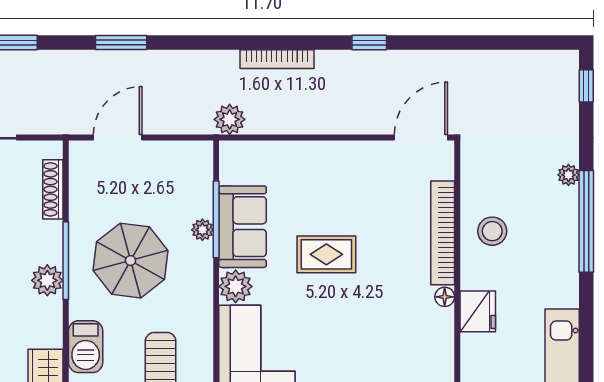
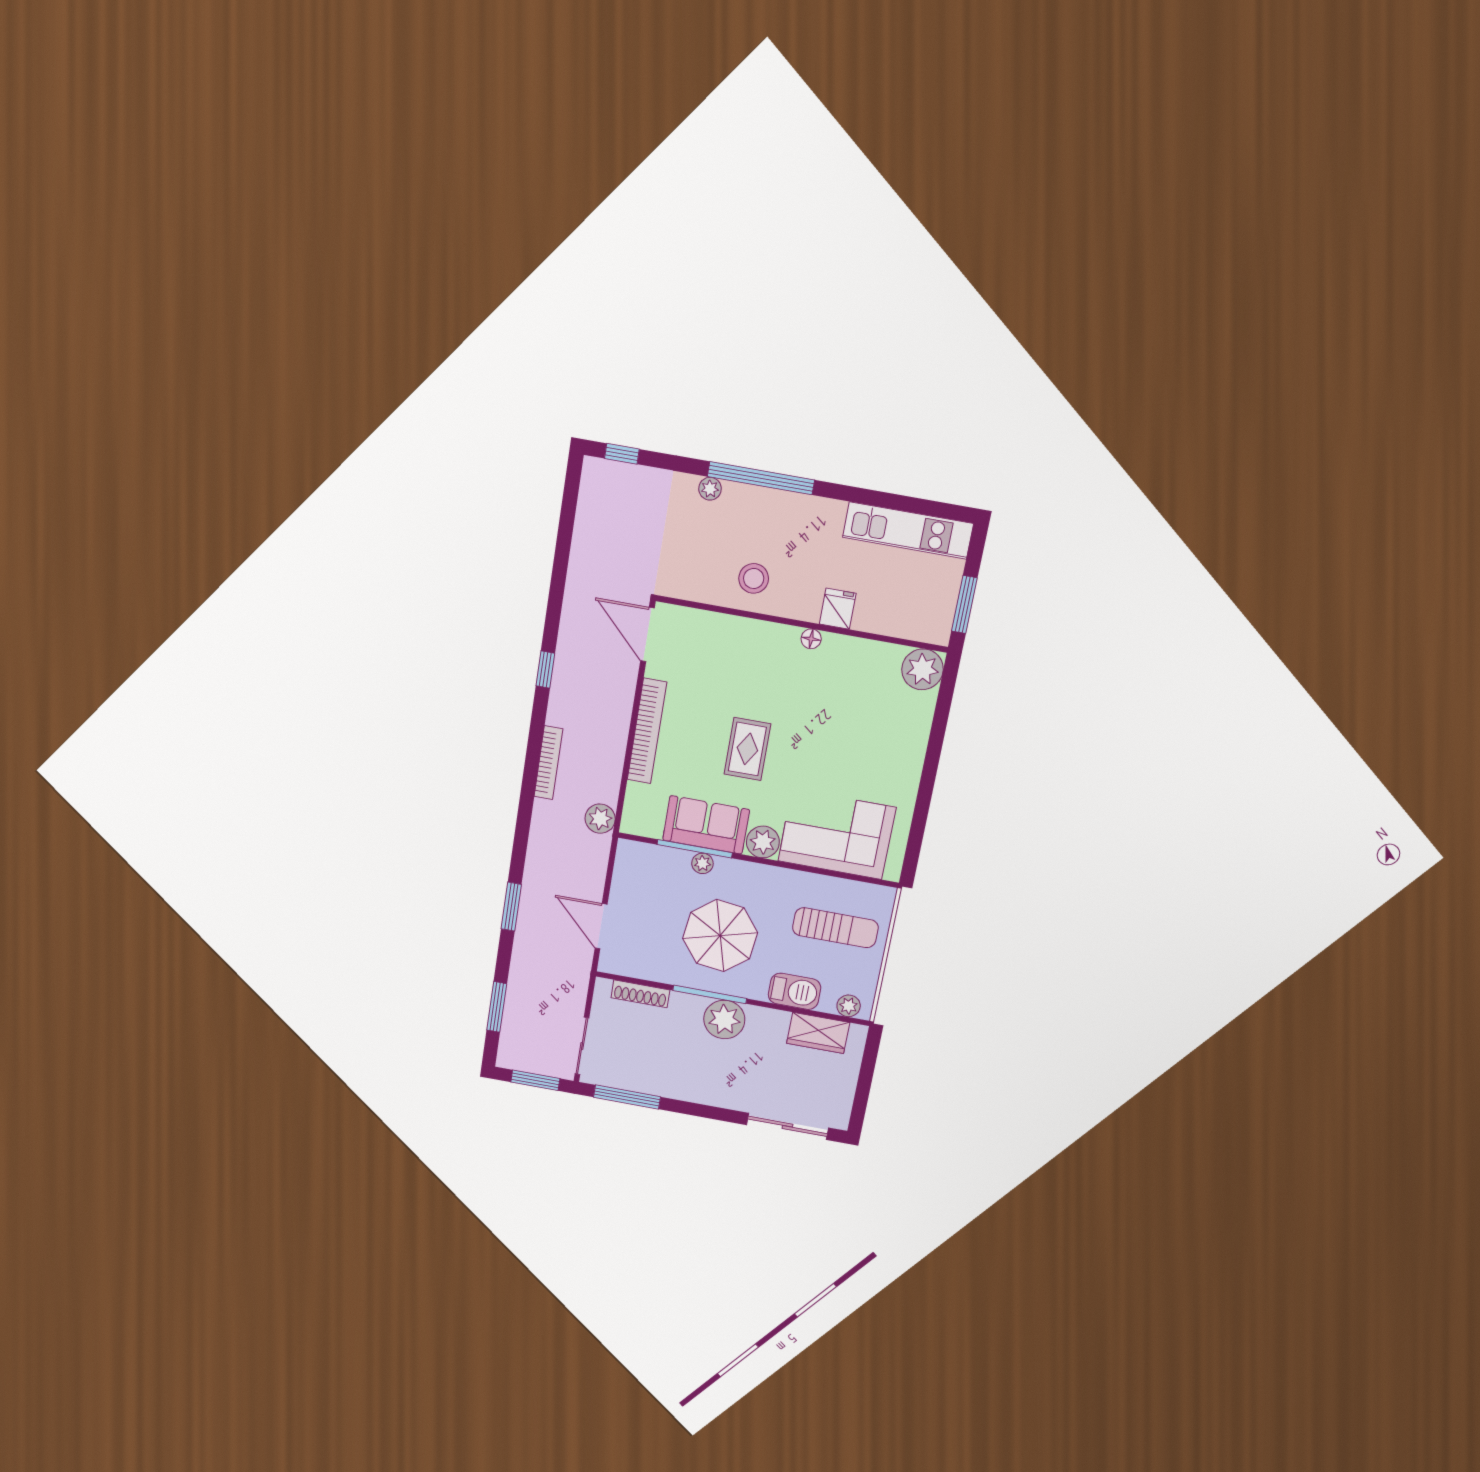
bookcase: (443, 233) -> (647, 731), moved, turned -90
plant: (47, 280) -> (724, 1019), width x1.36, depth x1.36
fridge: (478, 311) -> (838, 609), width x0.72

